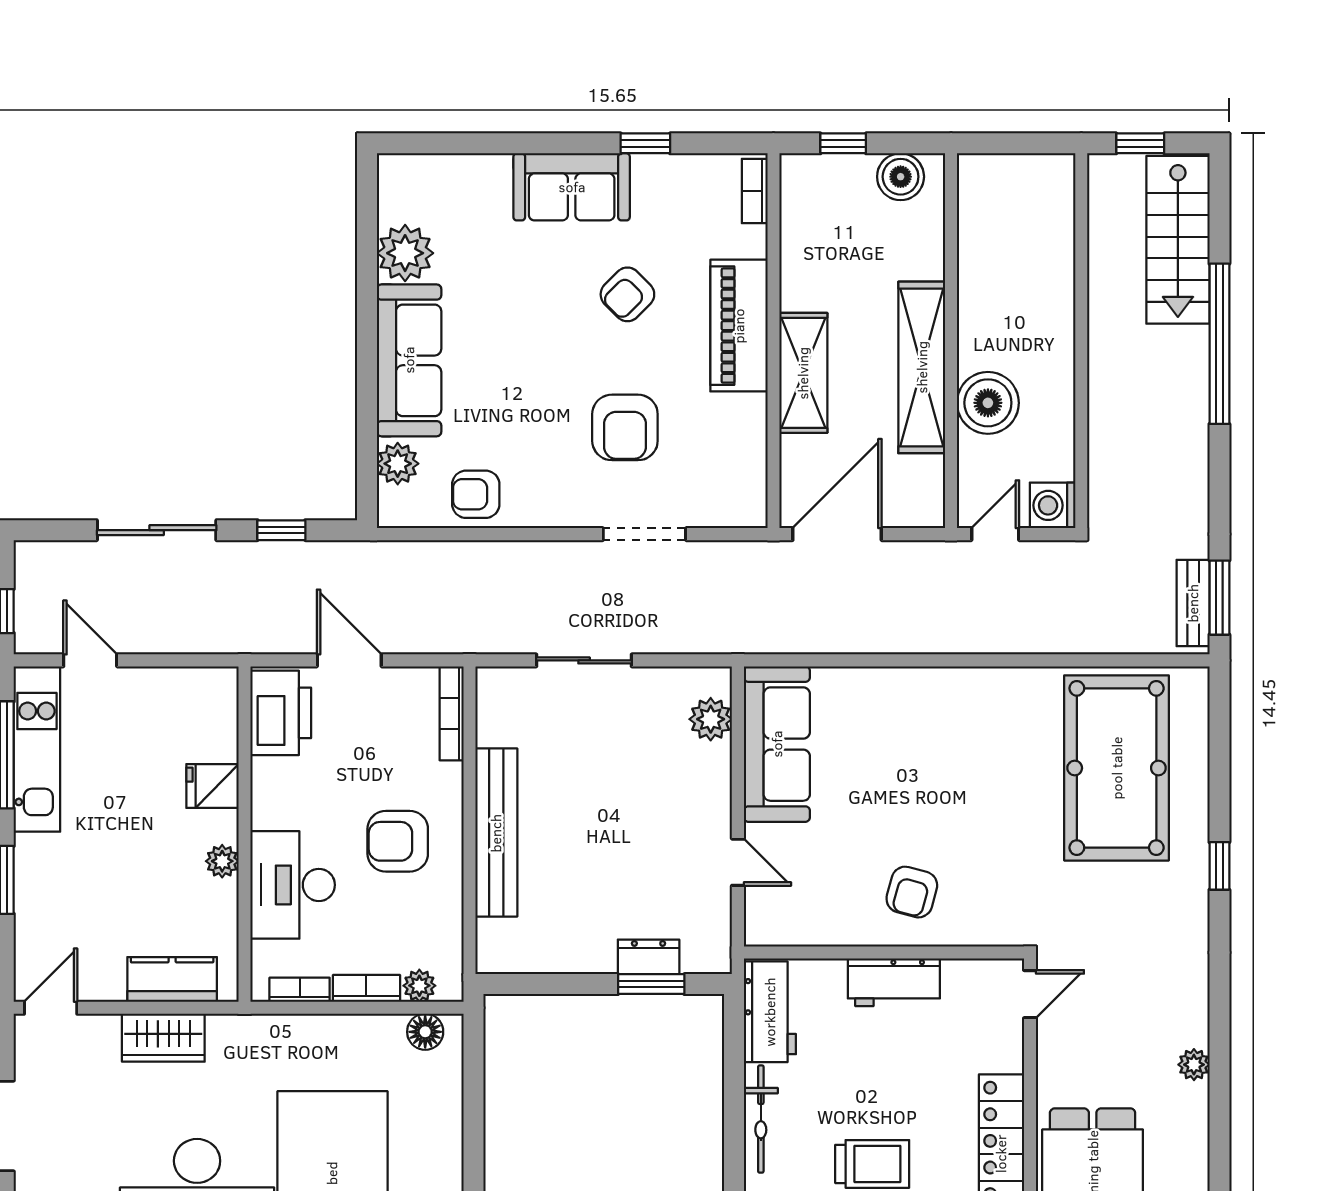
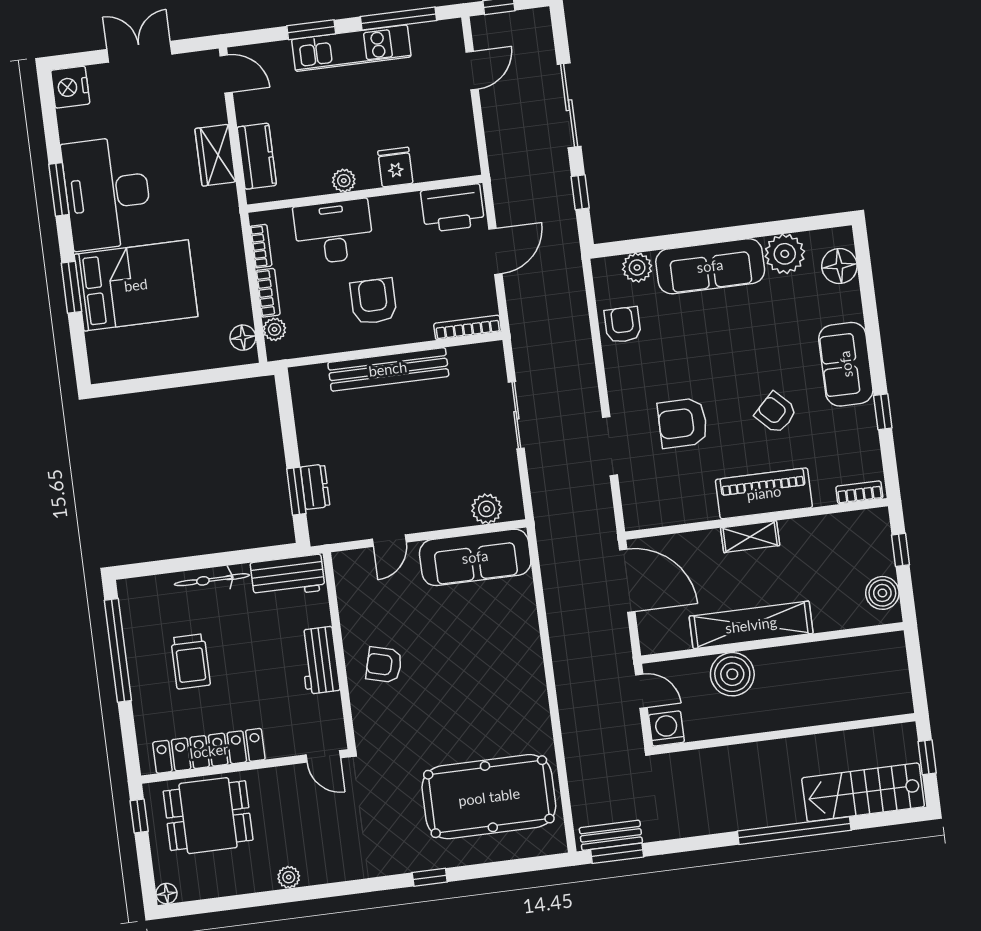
floor lamp: (432, 178) -> (839, 266), added
shelving: (803, 373) -> (750, 537), width x0.67, depth x0.75
kitchen unit: (37, 749) -> (351, 48), moved

